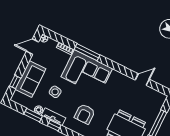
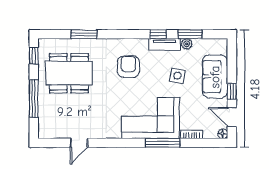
door: (33, 47) -> (232, 117), swing flipped
window: (15, 82) -> (232, 91), moved

